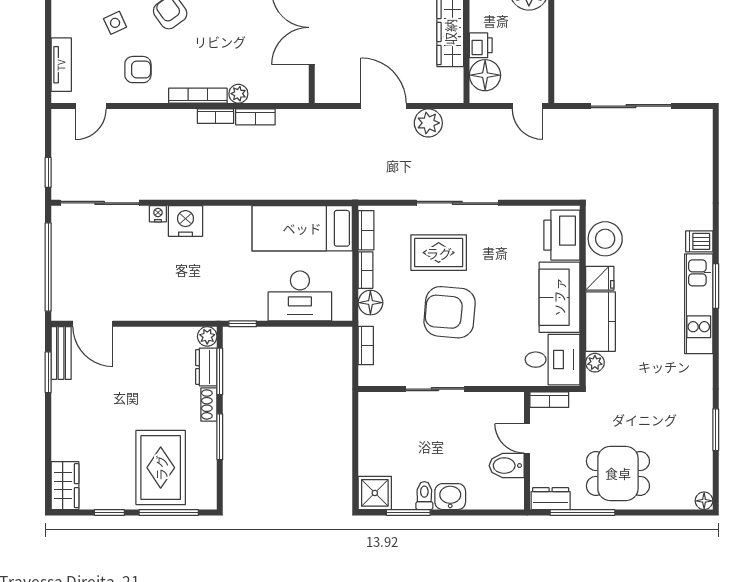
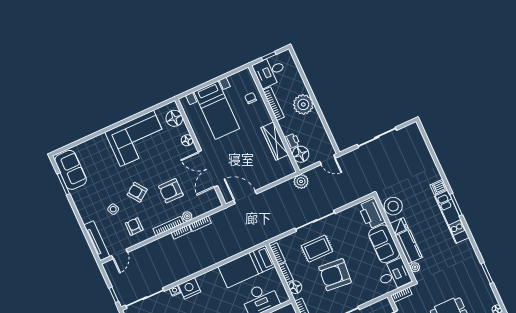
armchair: (230, 36) -> (171, 191), added
tv unit: (61, 65) -> (97, 241), width x1.41
armchair: (138, 70) -> (134, 226), turned -90
door: (383, 106) -> (245, 197), moved
plant: (428, 123) -> (301, 181), moved

